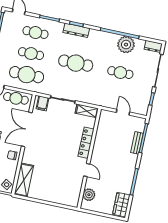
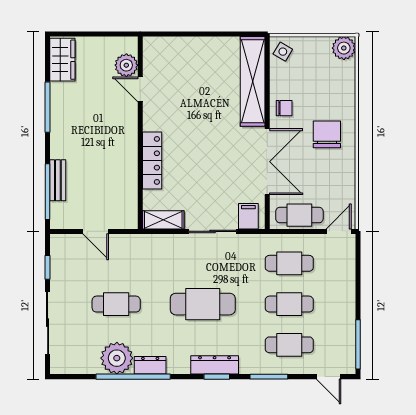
dresser: (153, 46) -> (150, 365), moved
cafe table: (27, 75) -> (289, 263), width x0.73, depth x0.74
door: (87, 170) -> (140, 89), moved
shelving: (24, 180) -> (253, 81), width x1.47

